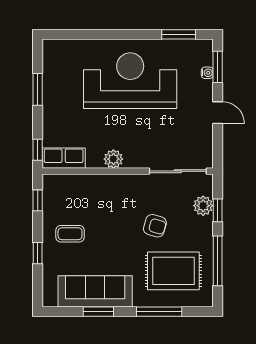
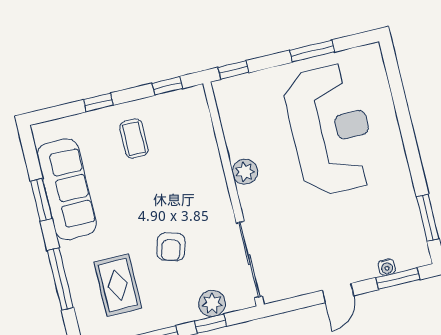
reception desk: (130, 81) -> (330, 130), moved
row of seats: (64, 158) -> (230, 106), removed
rug: (173, 271) -> (118, 285), width x0.73, depth x0.70

